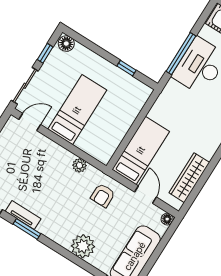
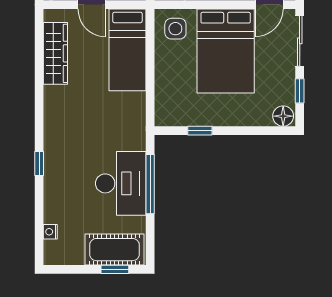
bed: (77, 110) -> (226, 51), width x1.50
side table: (101, 145) -> (175, 29), added

